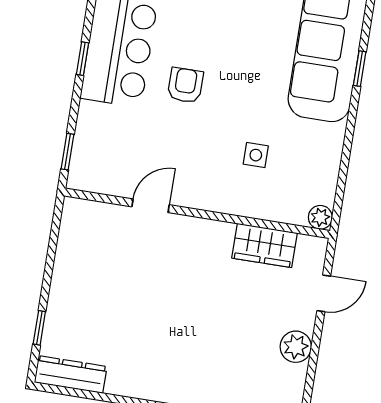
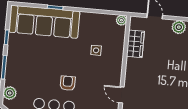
armchair: (185, 85) -> (68, 83), turned 90

